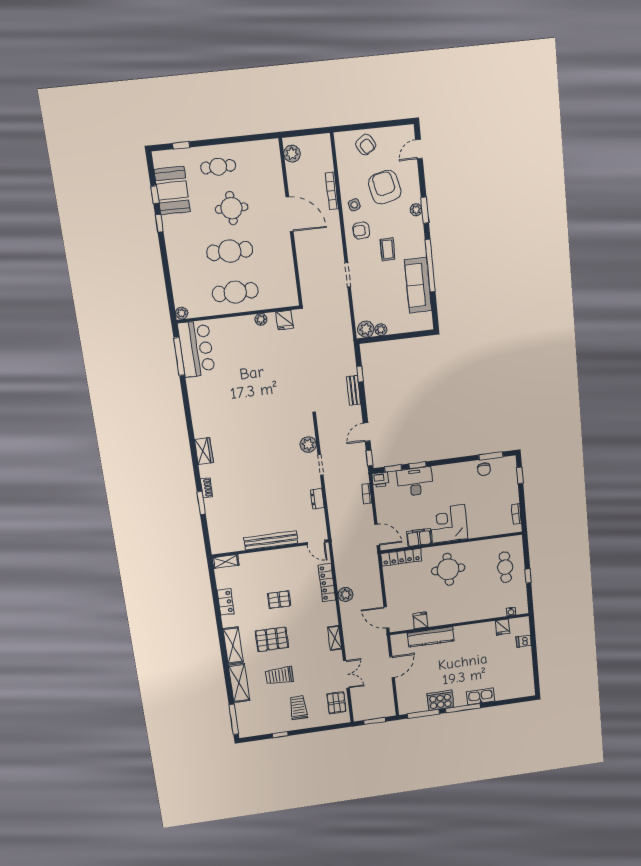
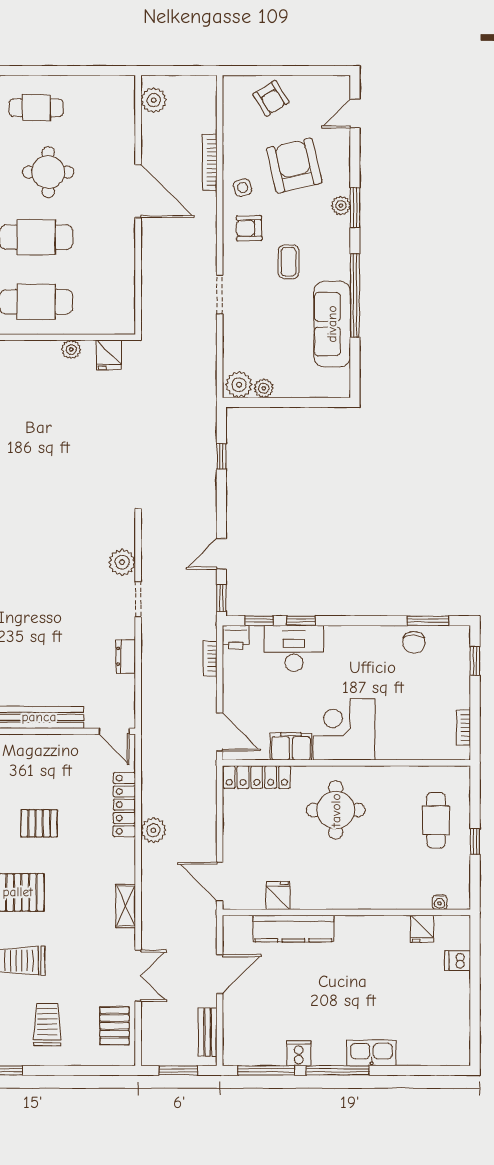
bench: (354, 390) -> (208, 1032), moved
cooker: (440, 700) -> (299, 1053), width x0.53, depth x0.76

